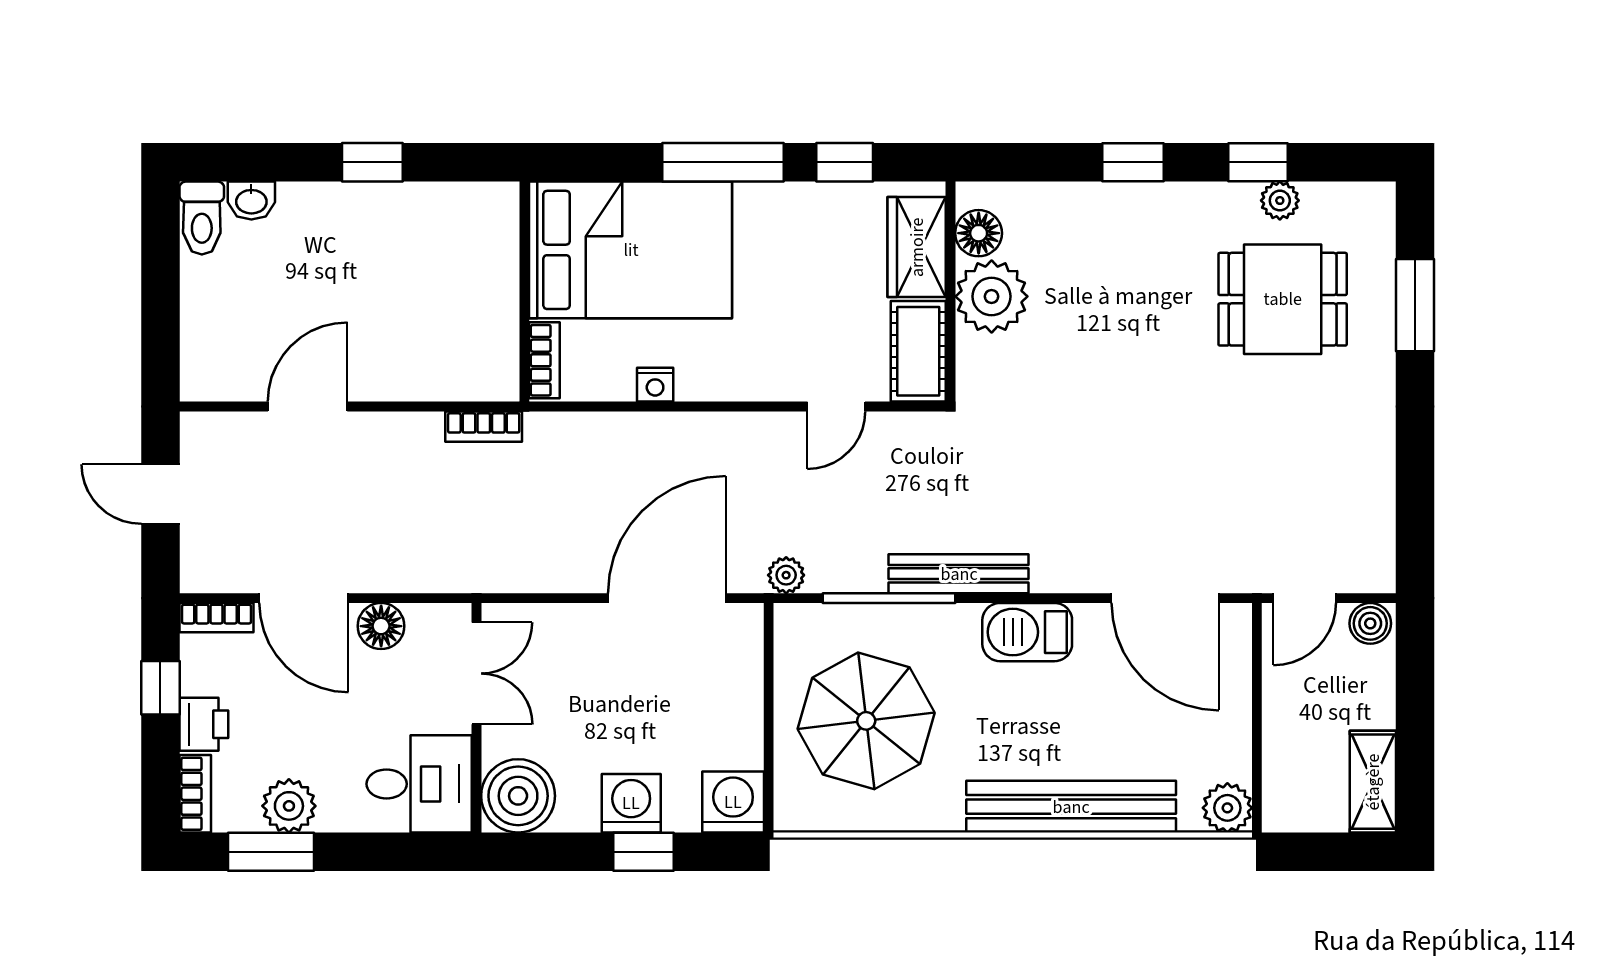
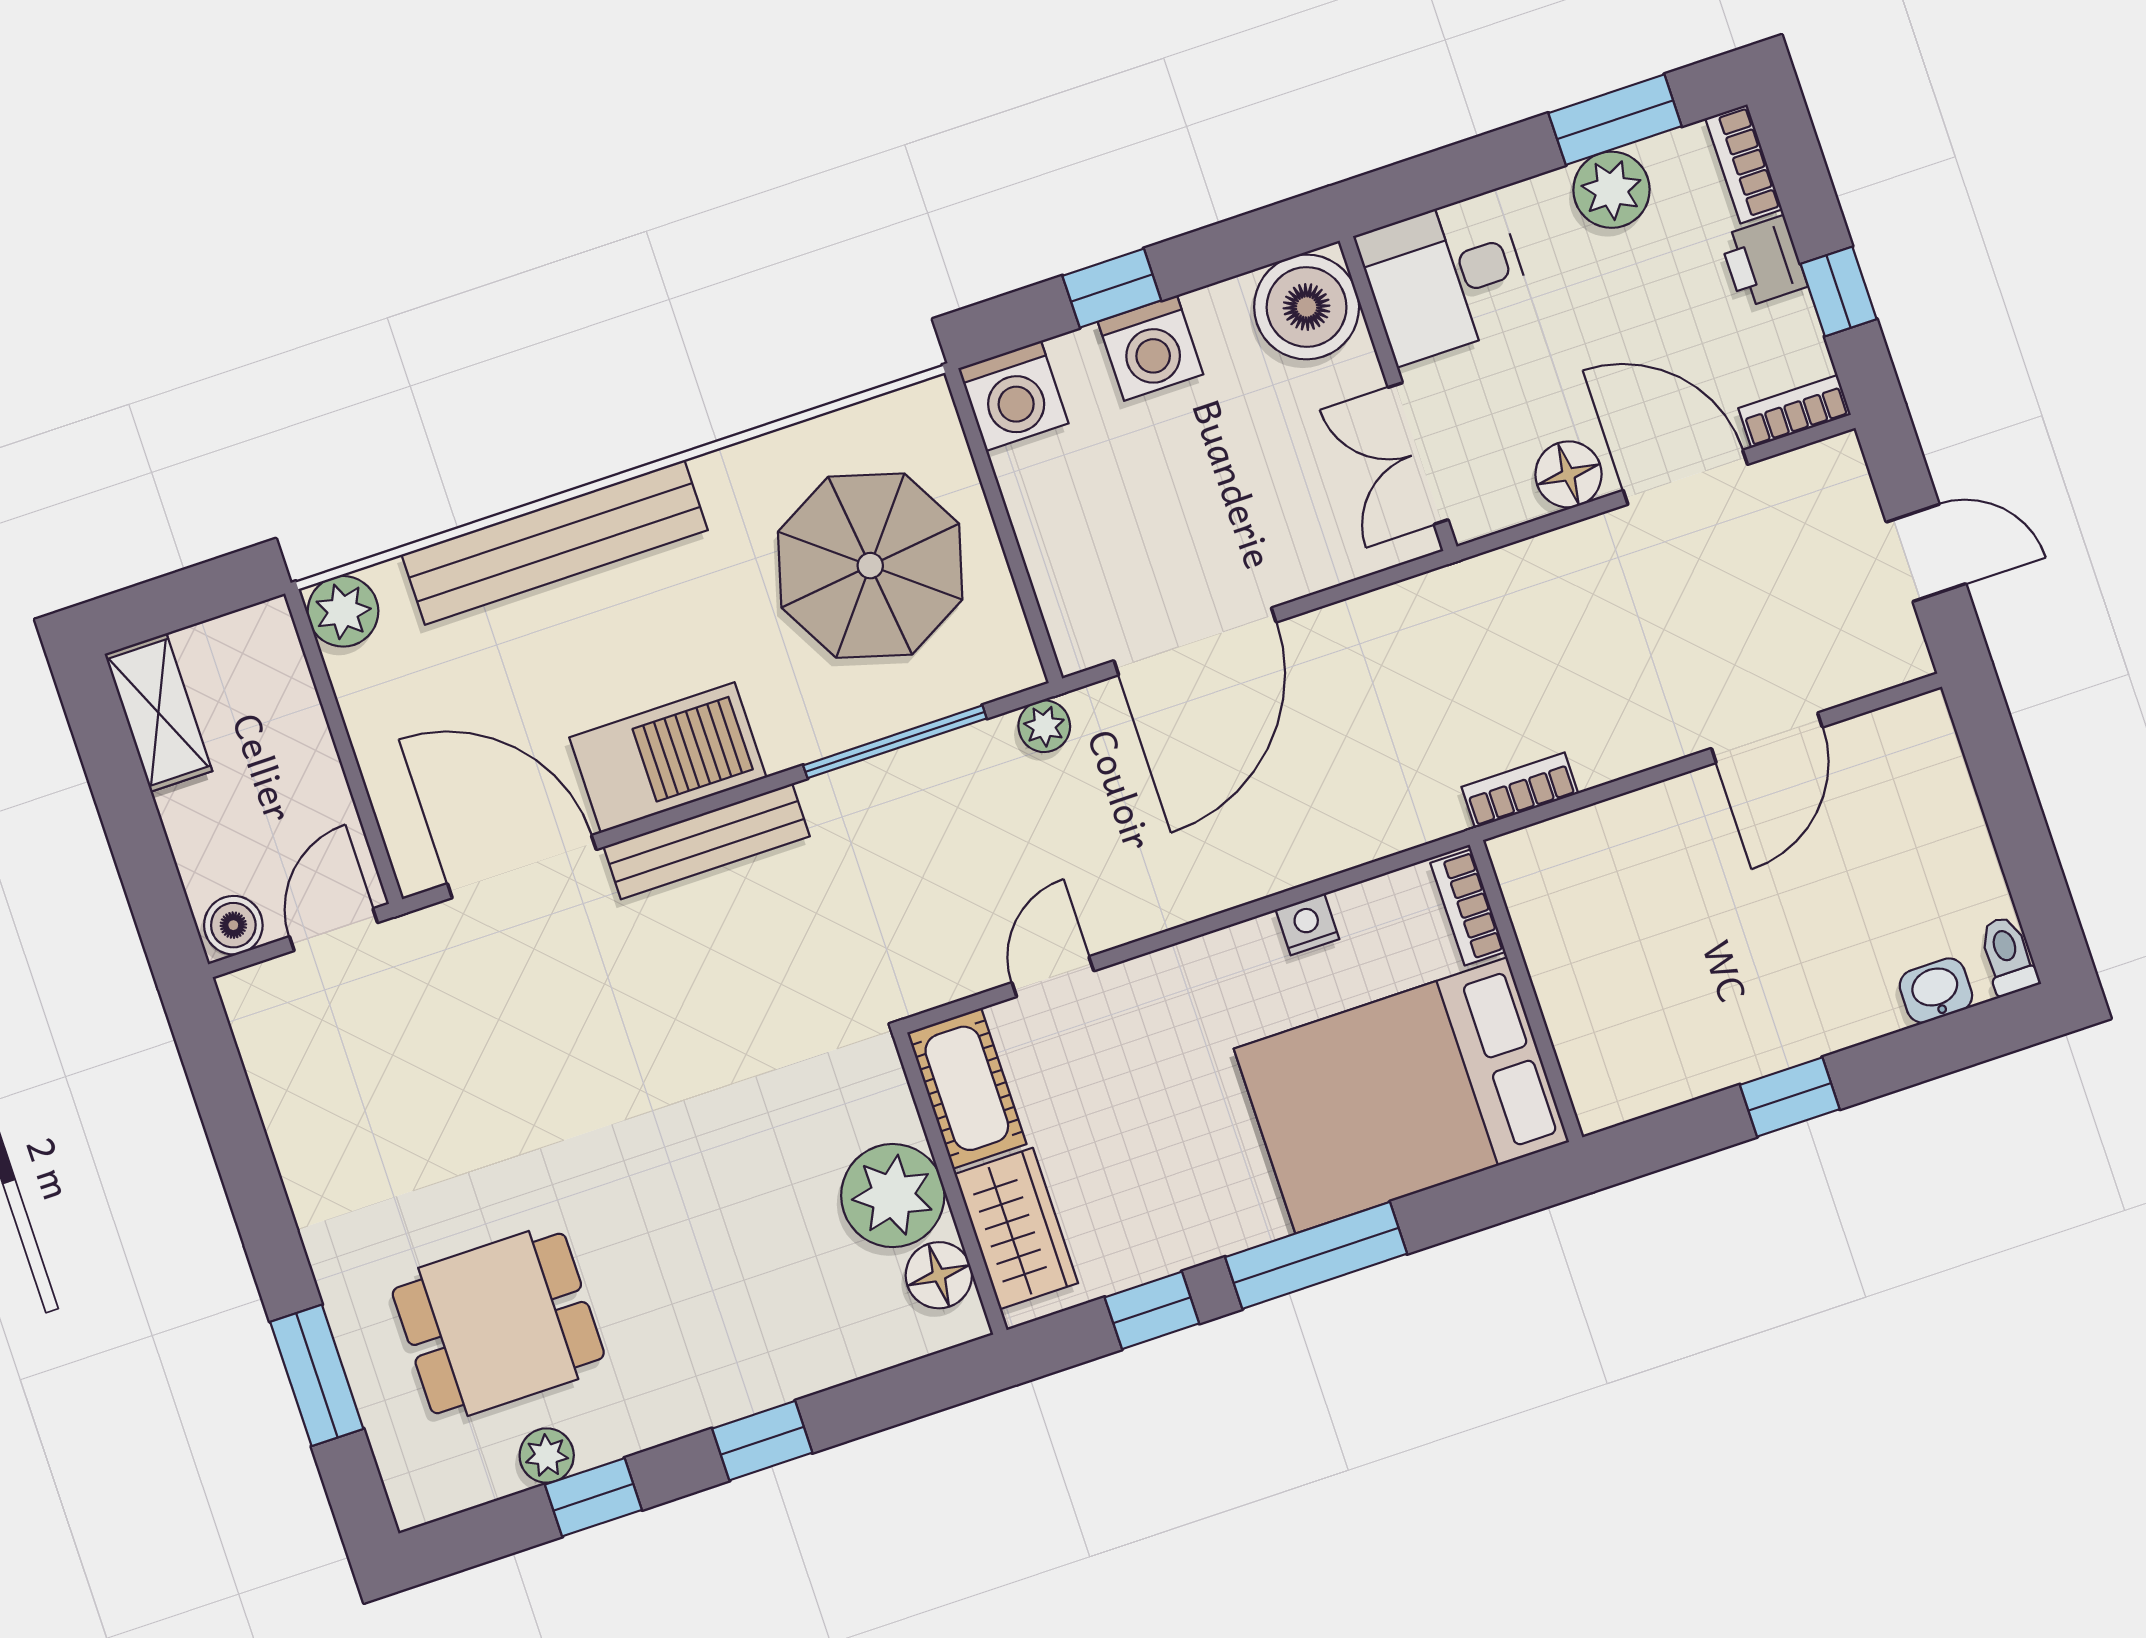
toilet: (202, 218) -> (2008, 956), width x0.73, depth x0.72
bench: (959, 574) -> (707, 841), moved
barbecue: (1027, 632) -> (668, 758), width x1.37, depth x1.21

